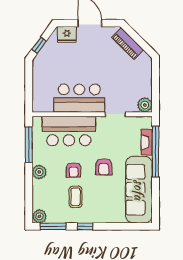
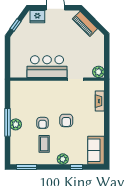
bar counter: (69, 131) -> (39, 92), removed
window: (29, 145) -> (7, 122), moved
window: (155, 152) -> (107, 108), removed
sofa: (139, 190) -> (96, 150), width x0.54, depth x0.79
plant: (40, 216) -> (63, 159), moved
window: (85, 226) -> (77, 167), moved

